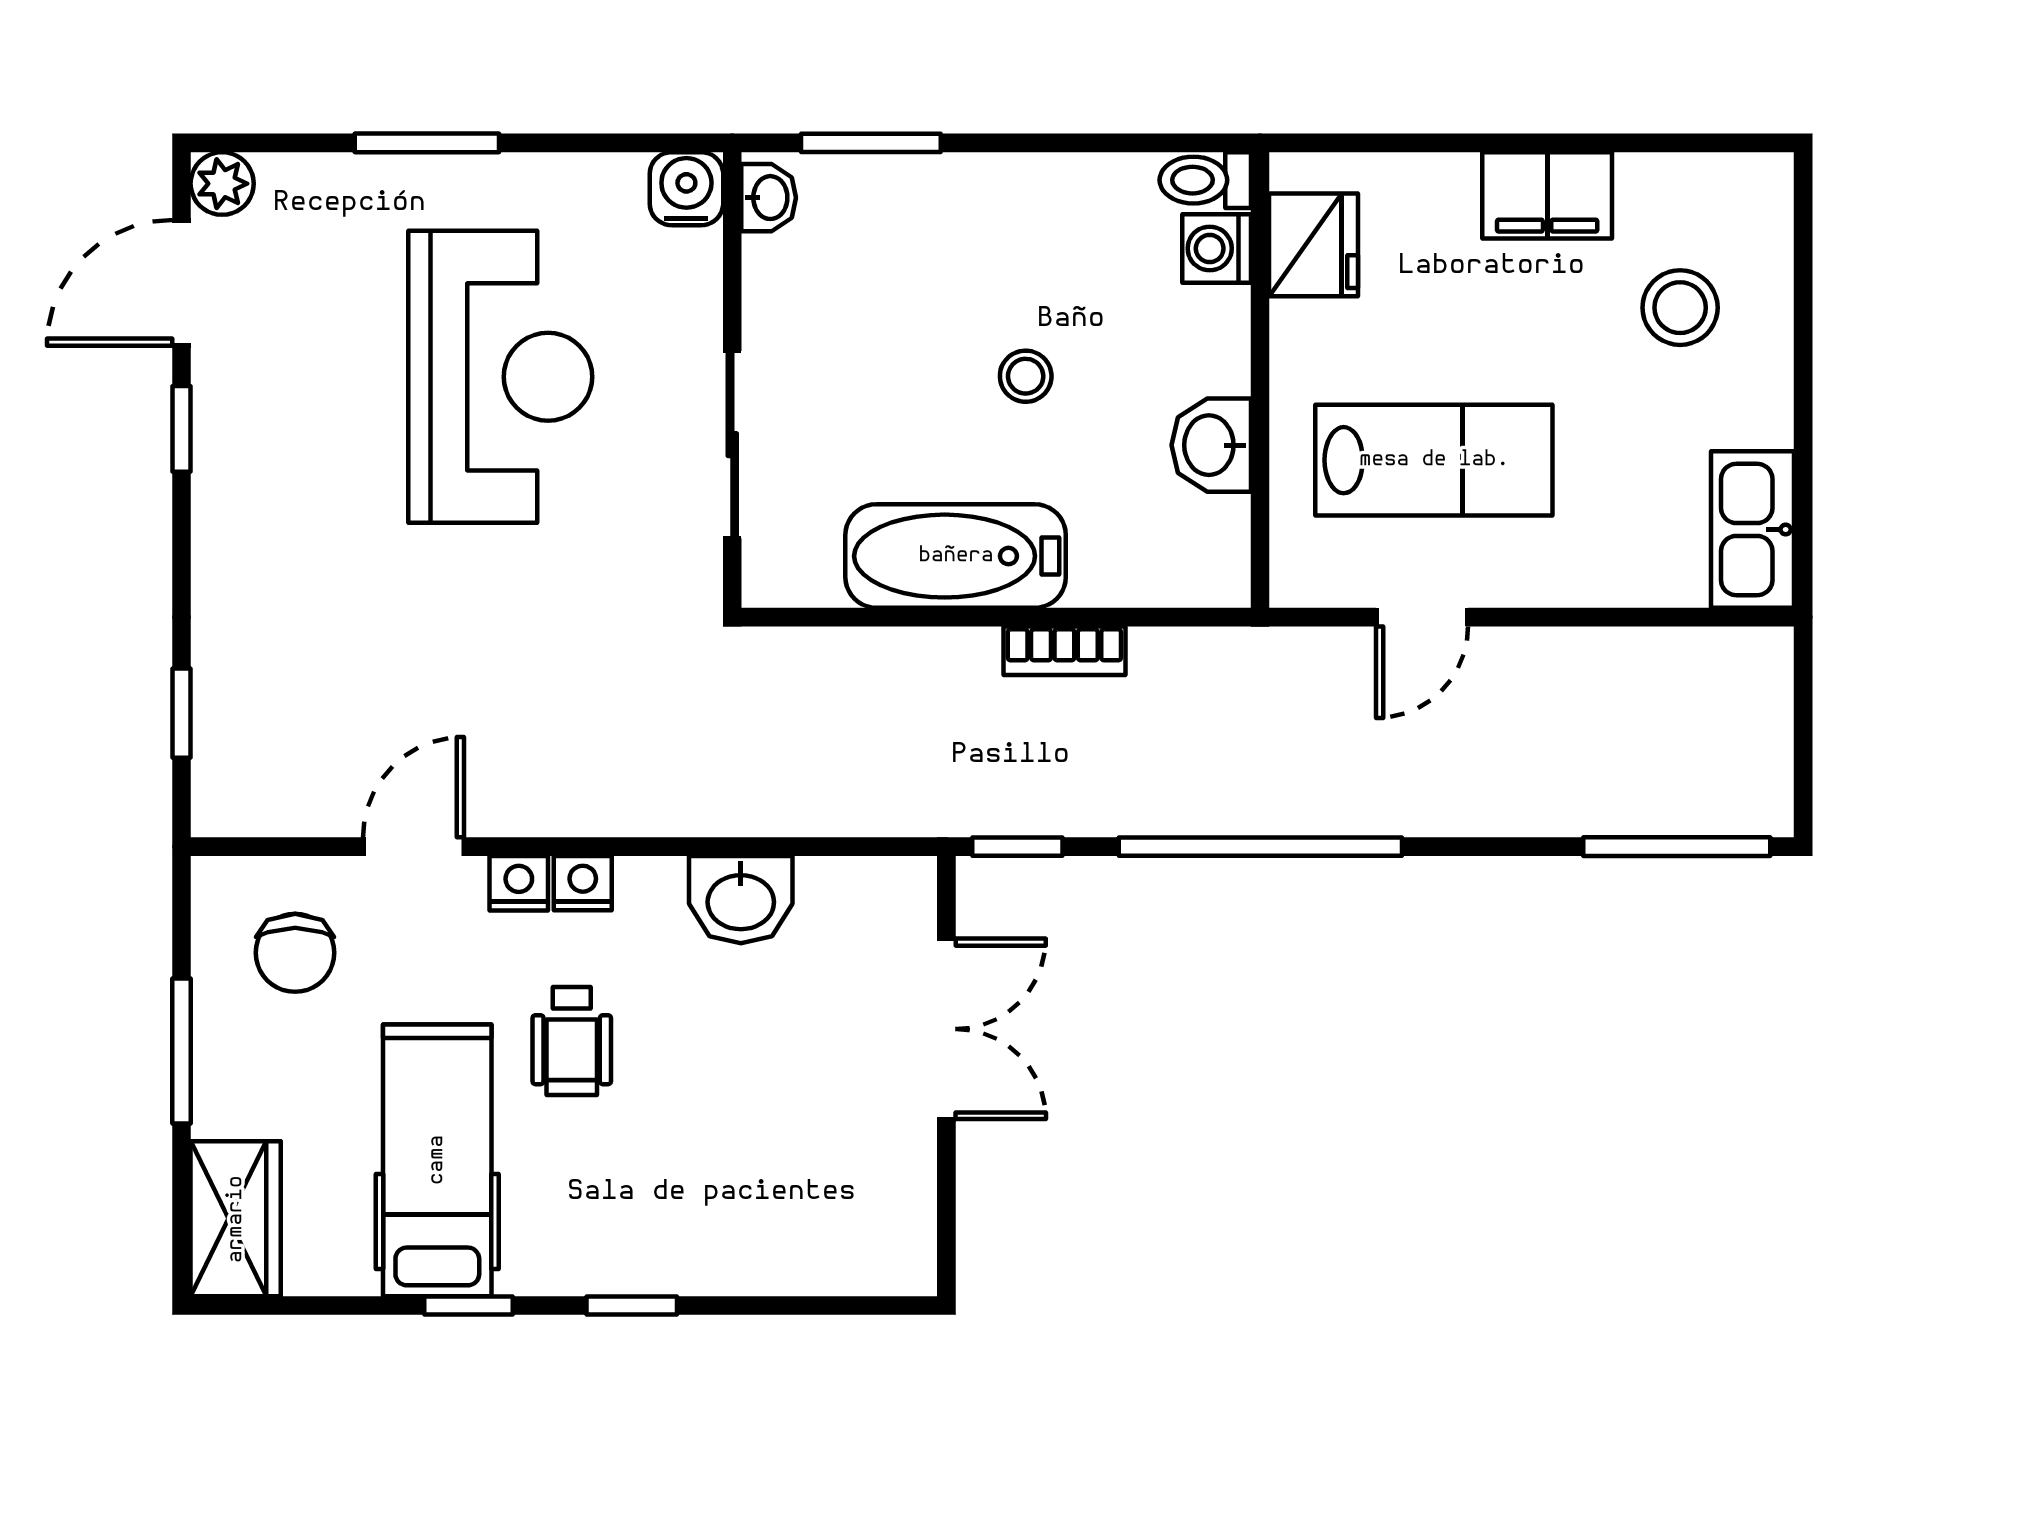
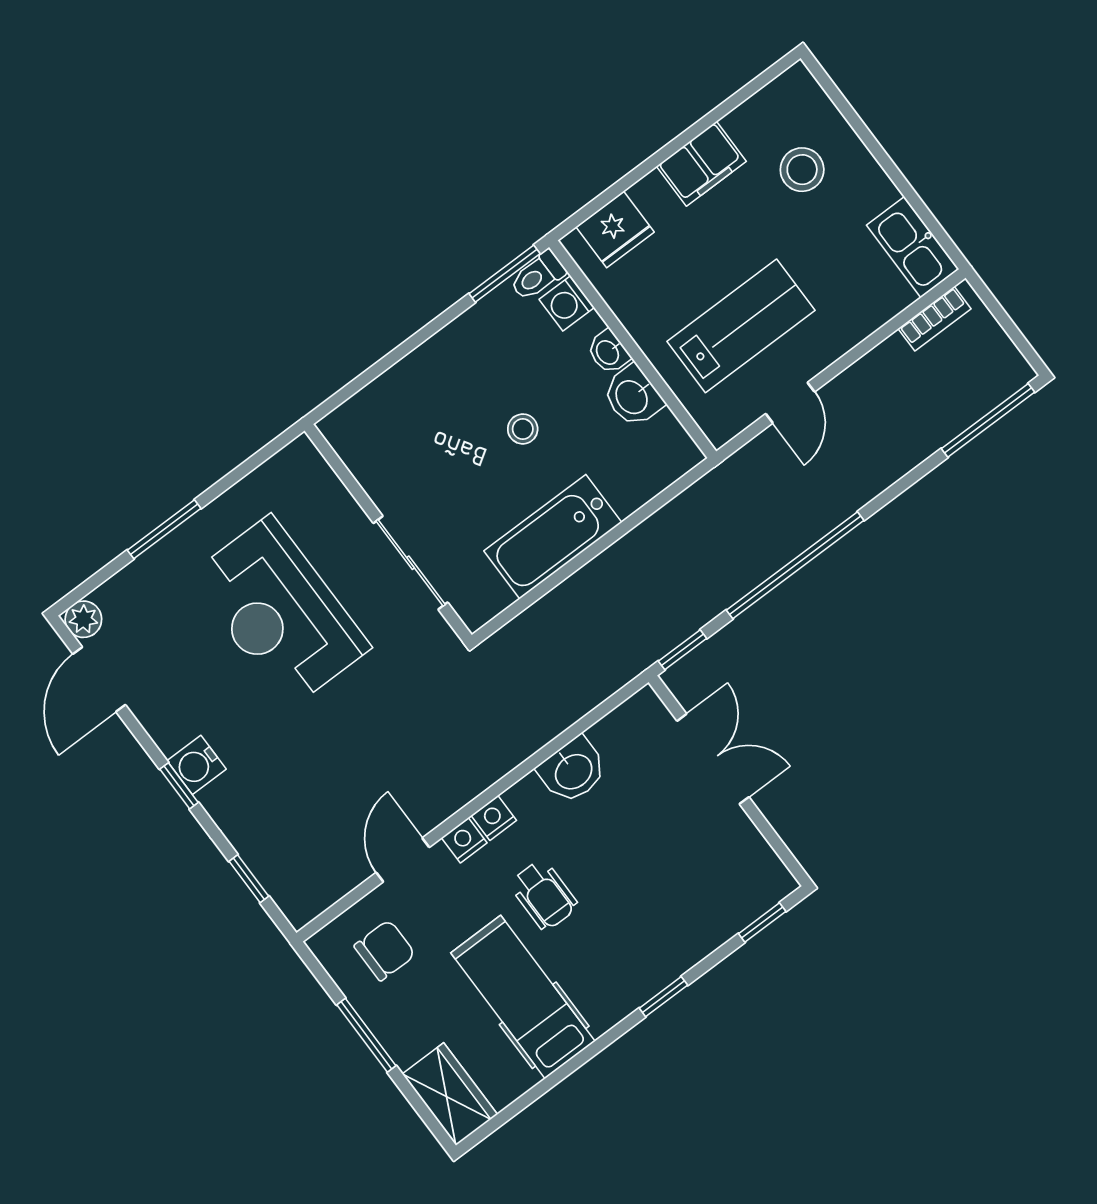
window: (871, 143) -> (505, 274), moved
water cooler: (686, 189) -> (197, 765), moved, turned -90
washbasin: (769, 198) -> (608, 352), moved, turned 180
fridge: (1314, 245) -> (615, 229), moved, turned 90
reception desk: (500, 377) -> (279, 612), turned 180
window: (182, 429) -> (179, 786), moved
bookcase: (1064, 651) -> (935, 319), moved
chair: (295, 953) -> (385, 950), turned -90
window: (468, 1306) -> (762, 922), moved

